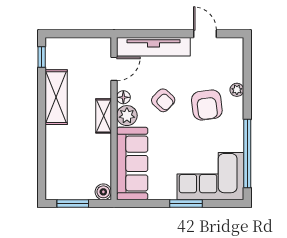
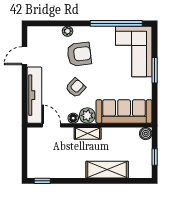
shelving: (56, 97) -> (107, 170), moved
window: (73, 203) -> (155, 157), width x0.67

